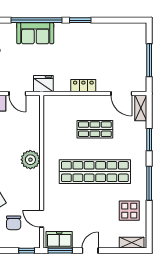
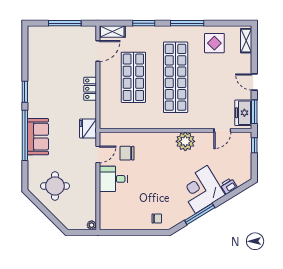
shop shelf: (95, 129) -> (133, 77), width x1.43, depth x1.36
plant: (30, 160) -> (185, 141), moved
chair: (14, 223) -> (127, 153), moved, turned 180

